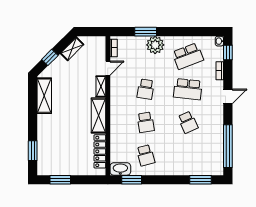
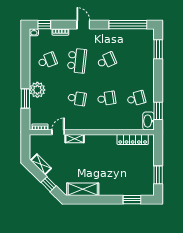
school desk: (188, 56) -> (47, 61), width x0.54
door: (108, 68) -> (58, 132), hinge flipped
shelving: (99, 116) -> (101, 141), removed

